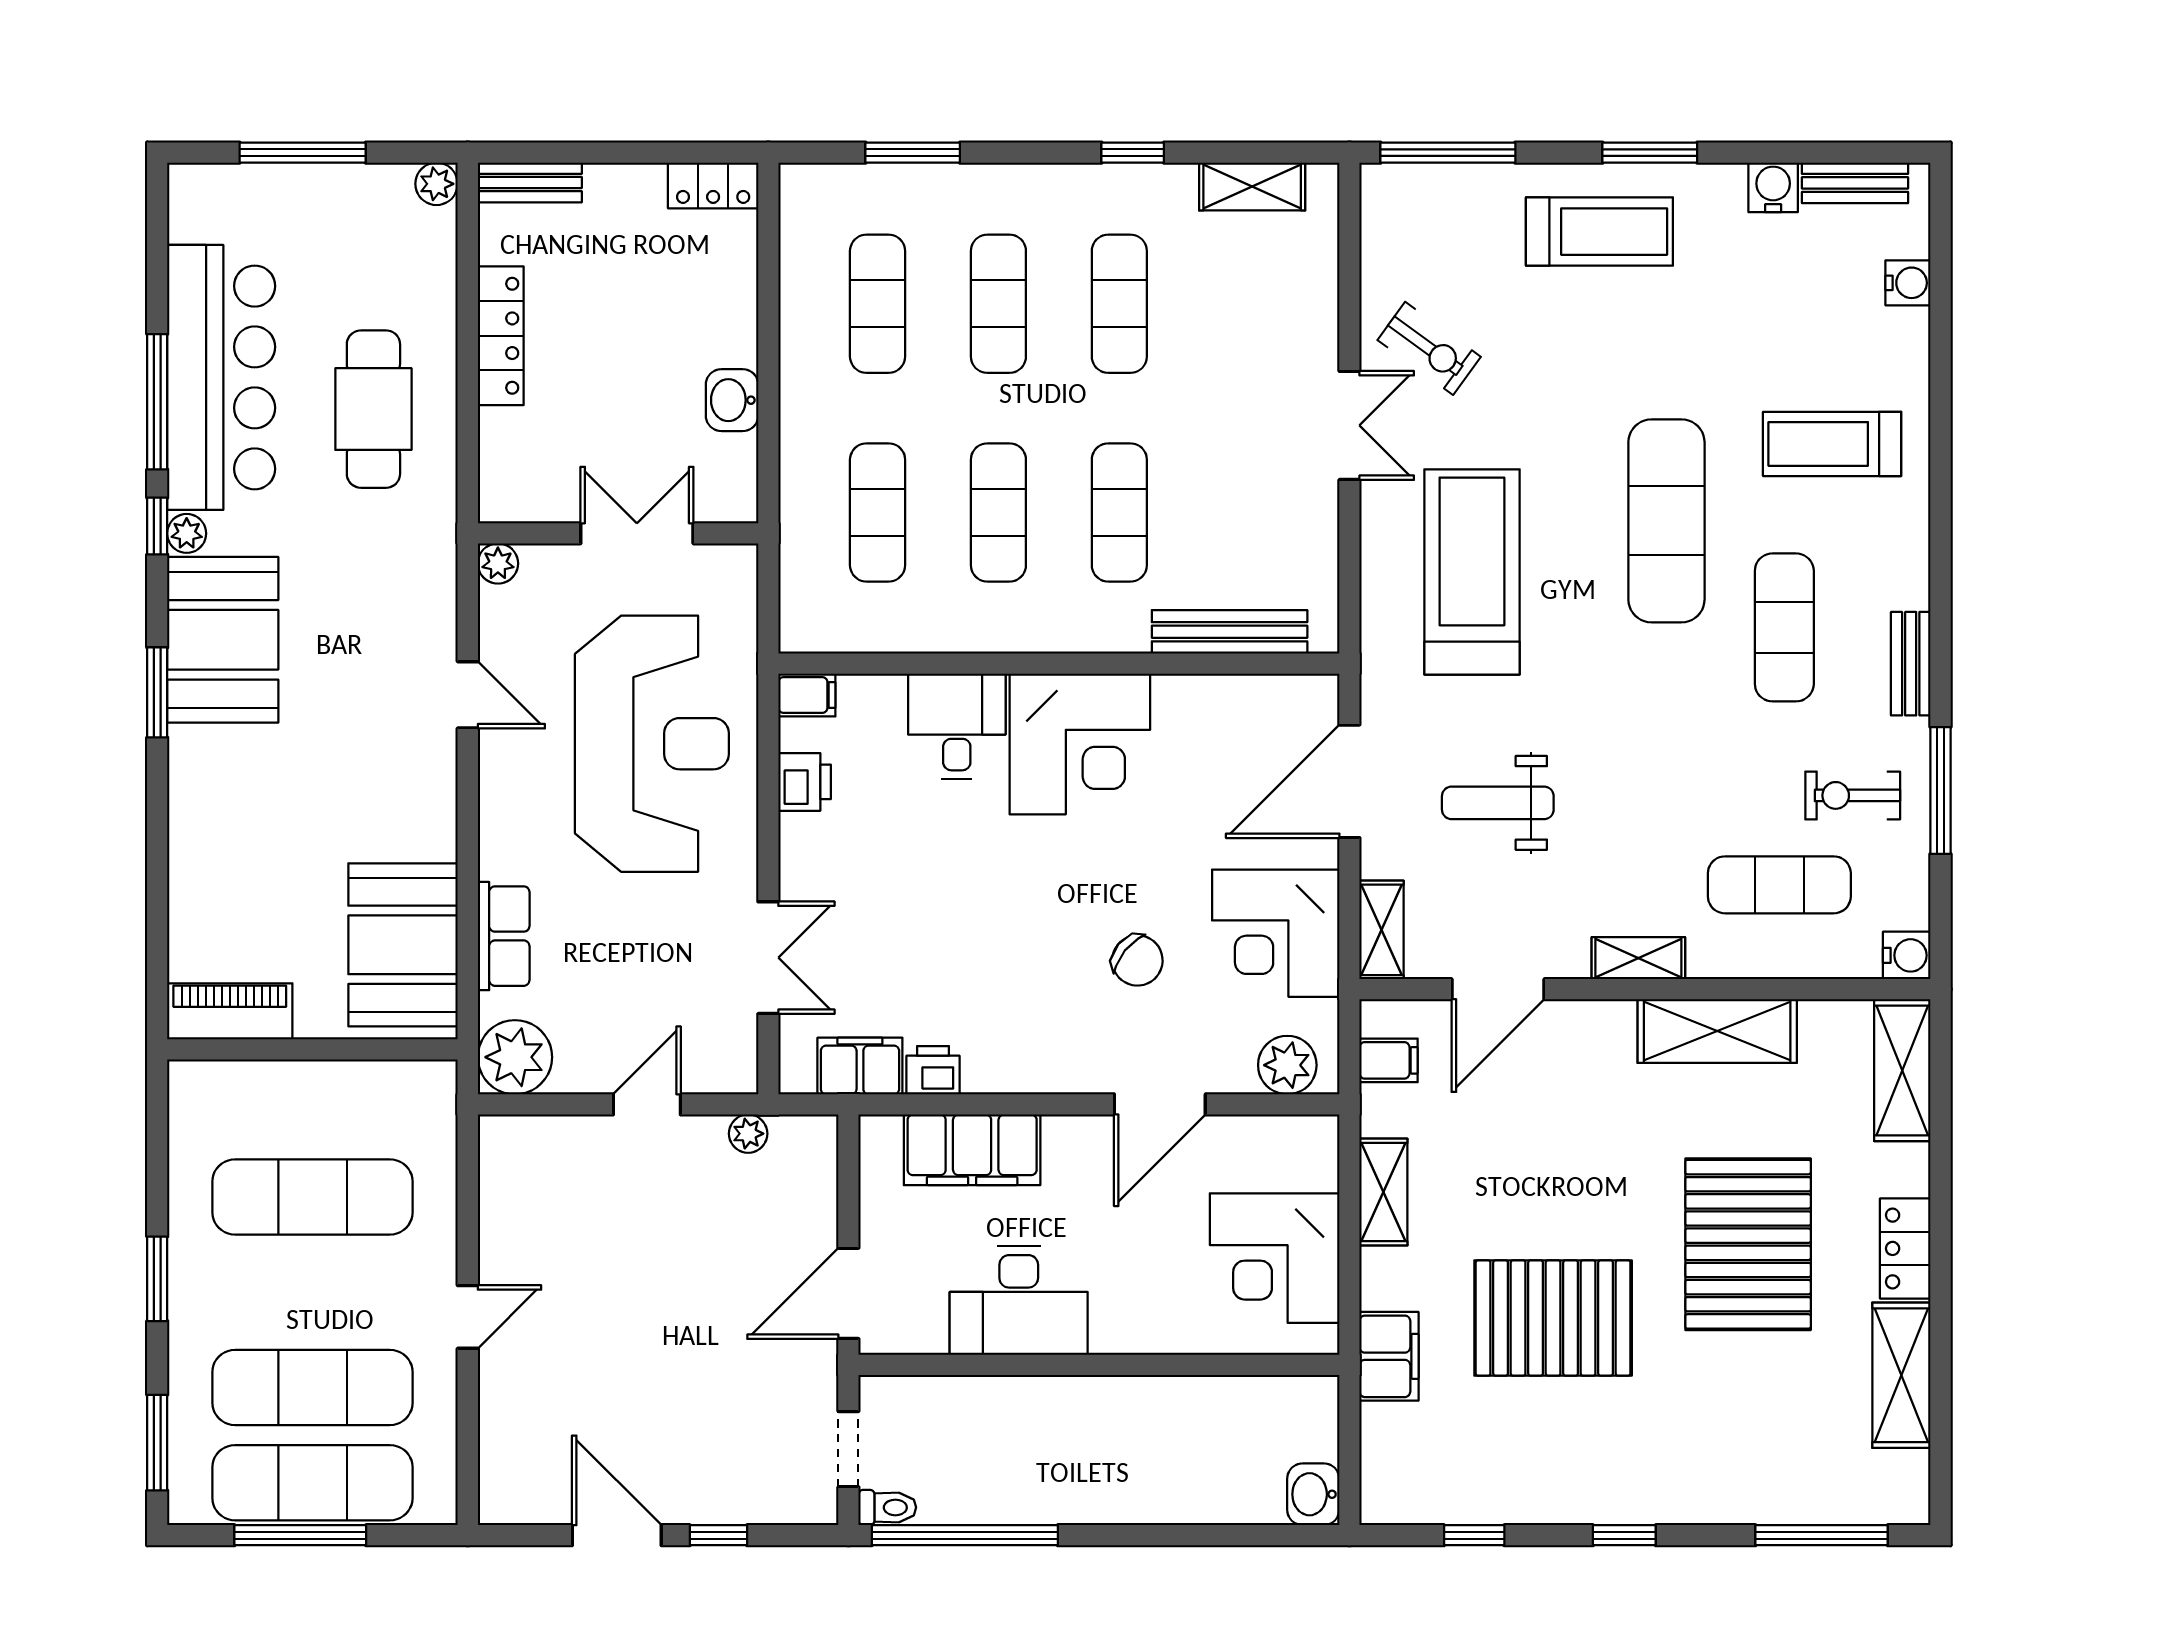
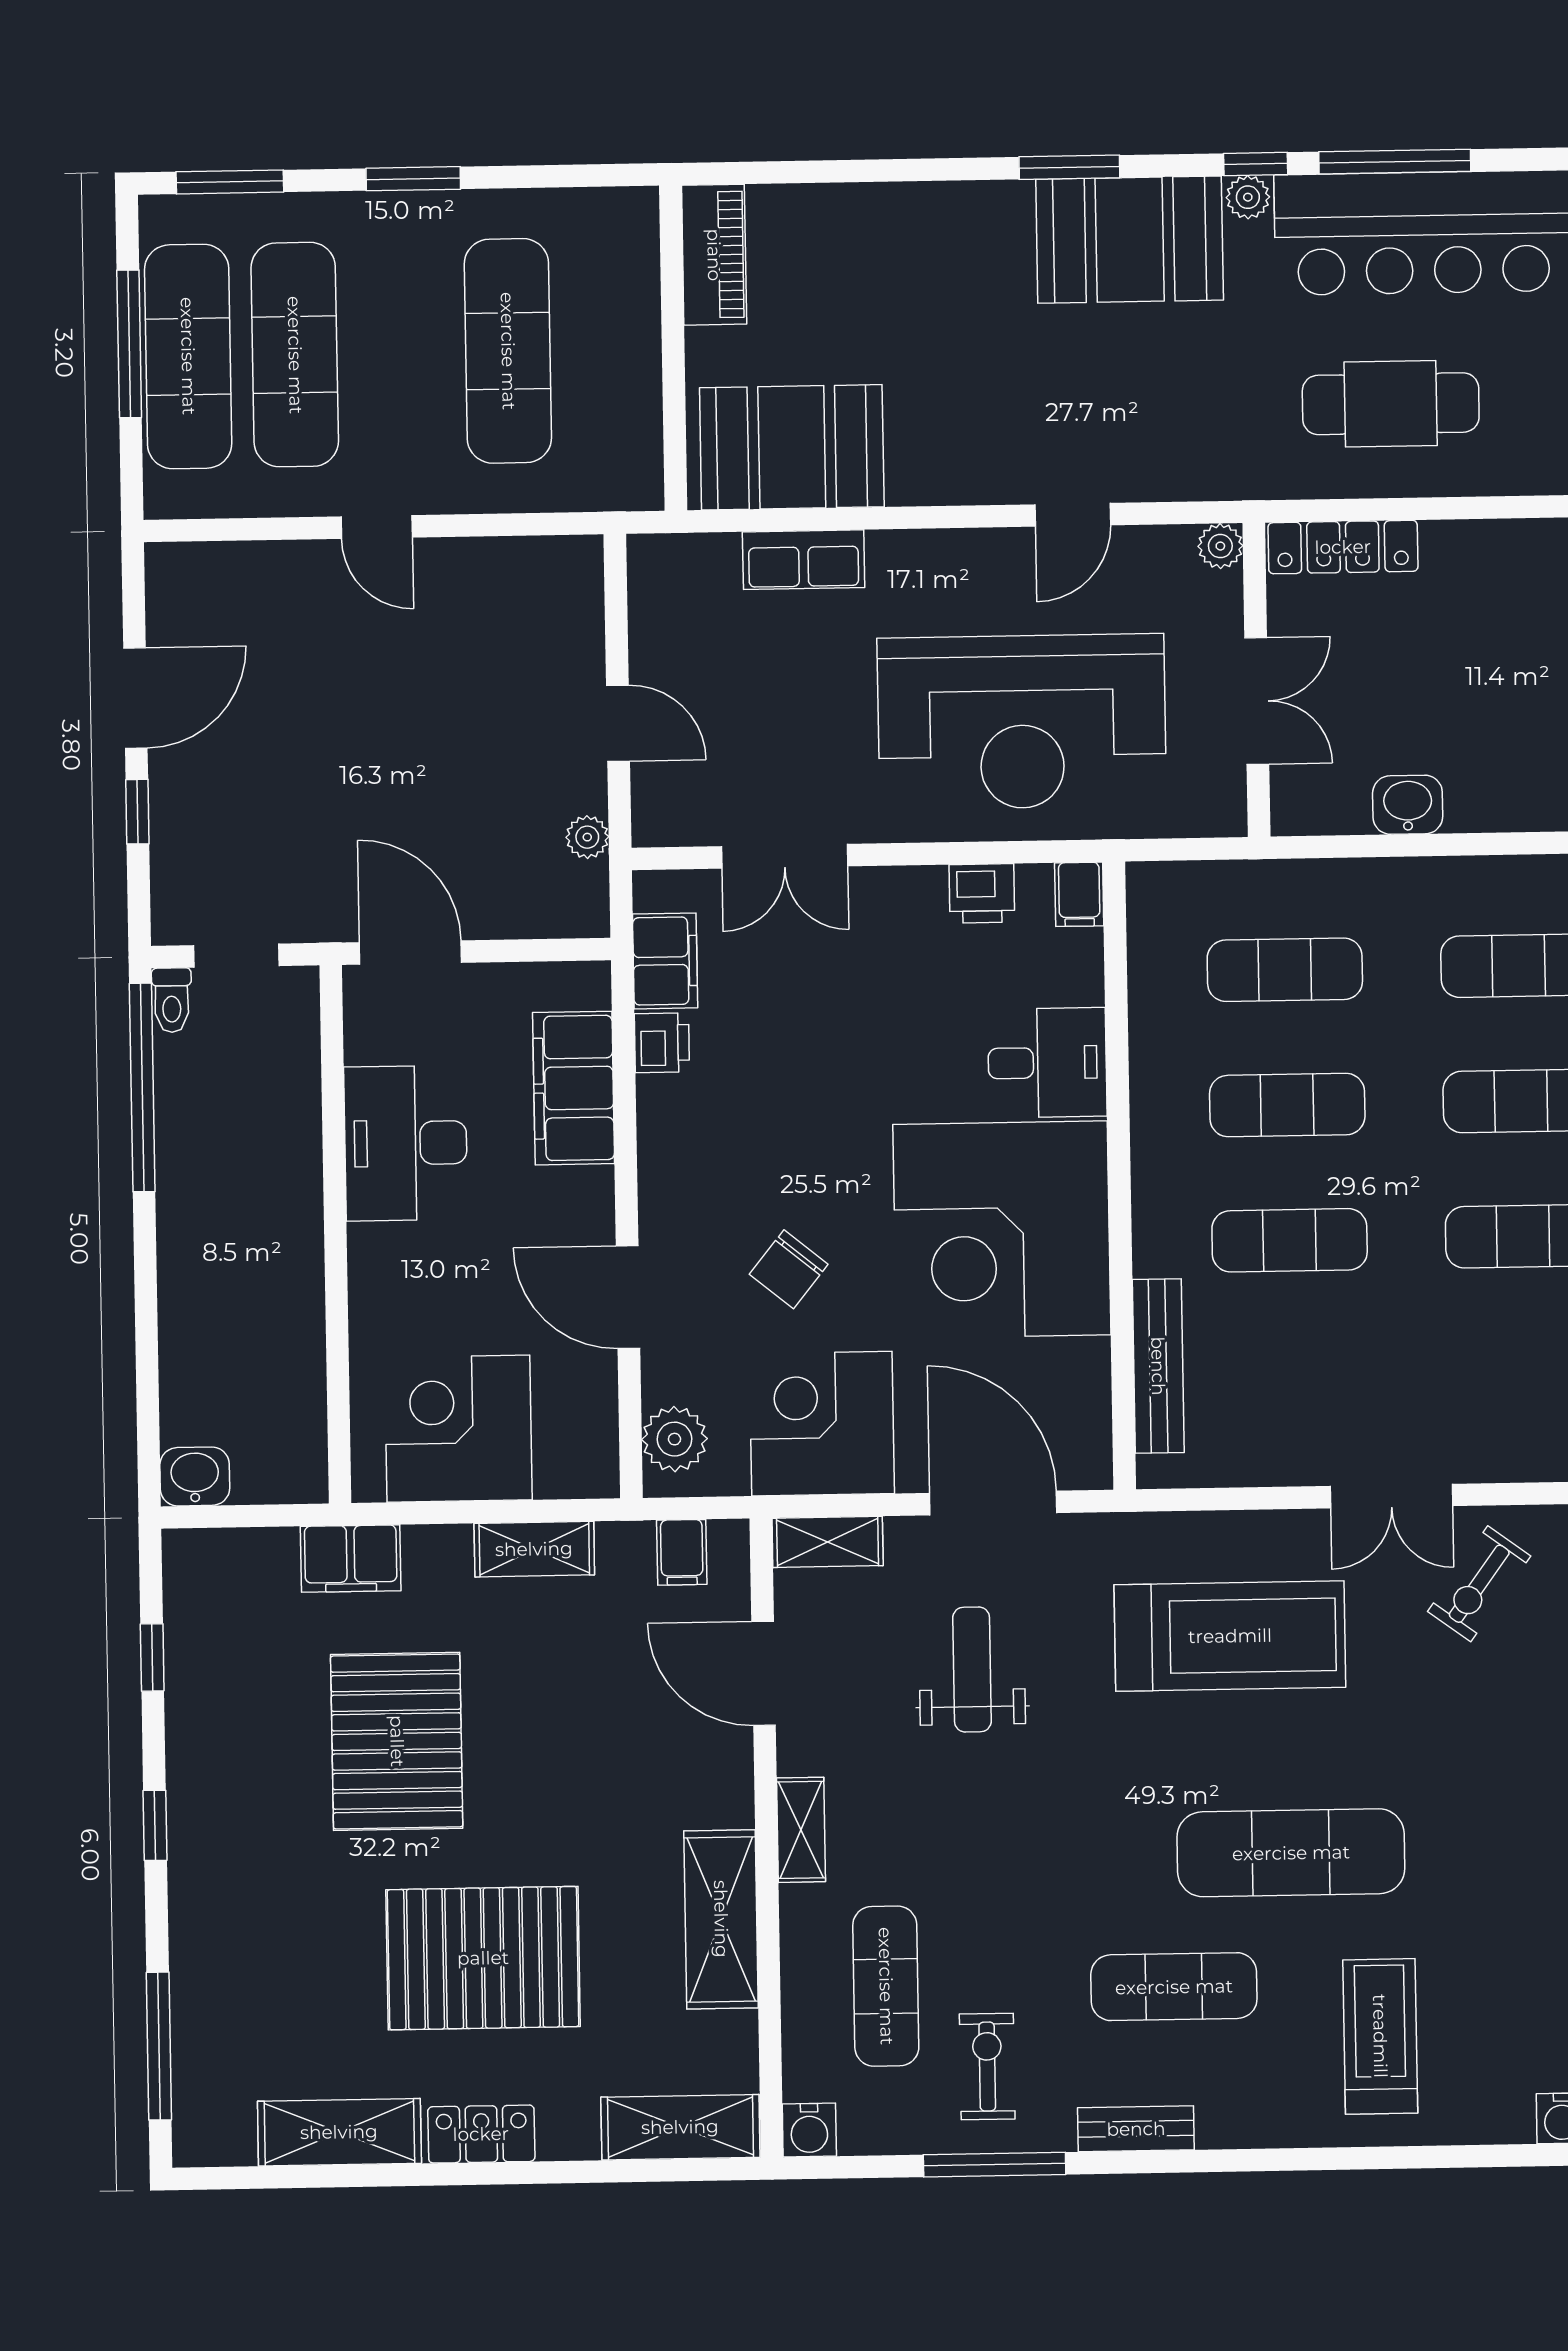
locker: (501, 336) -> (1343, 547), moved
corner desk: (1080, 744) -> (1002, 1230), width x1.36, depth x1.36
plant: (515, 1057) -> (668, 575), removed

